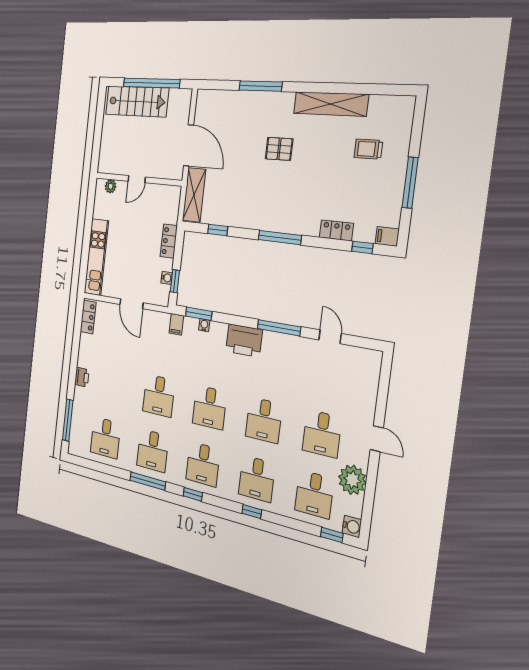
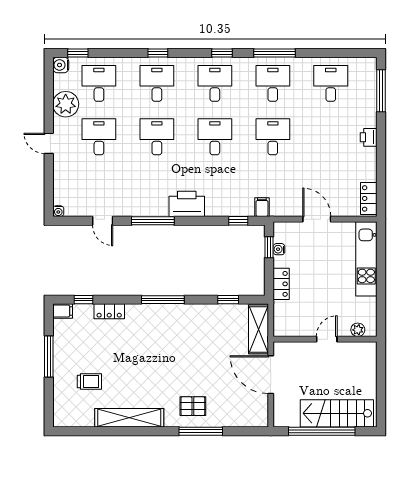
pallet: (279, 149) -> (193, 406), moved
window: (199, 314) -> (238, 221), width x0.67
water cooler: (204, 325) -> (58, 211), moved

